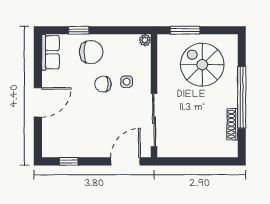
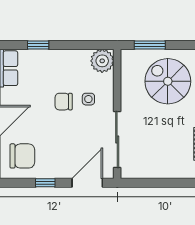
plant: (145, 40) -> (102, 61), width x1.87, depth x1.87
chair: (91, 52) -> (22, 156), moved
window: (69, 161) -> (45, 183), moved

